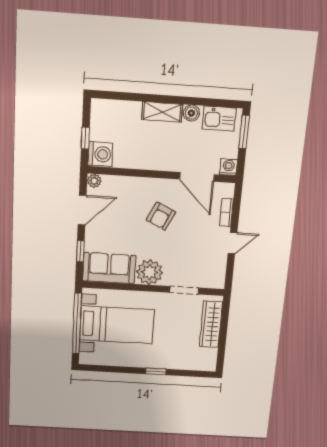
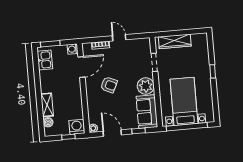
shelving: (162, 112) -> (47, 105), moved
boiler: (191, 113) -> (48, 122), moved

